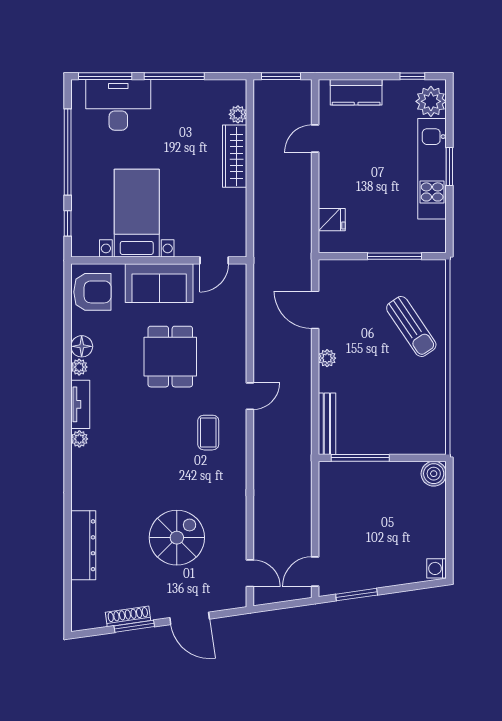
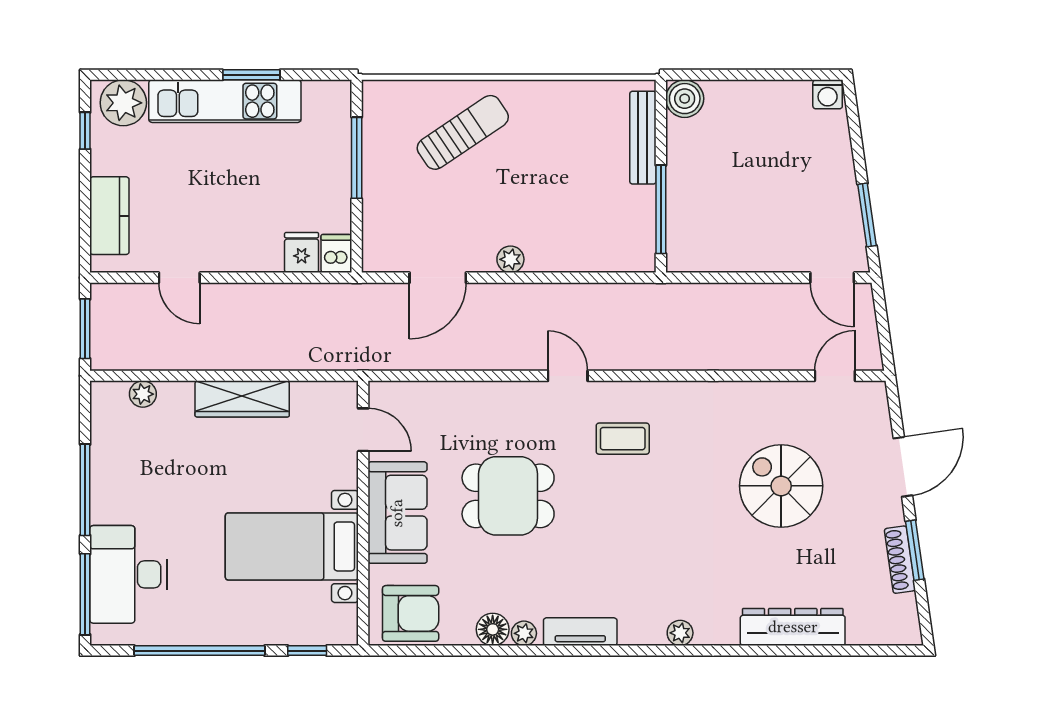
wardrobe: (235, 156) -> (242, 399), moved
window: (449, 166) -> (251, 75), moved
dishwasher: (331, 242) -> (336, 253), added
armchair: (92, 292) -> (411, 613), turned 90
bench: (327, 424) -> (643, 138), moved, turned 90
plant: (79, 439) -> (680, 633), moved

